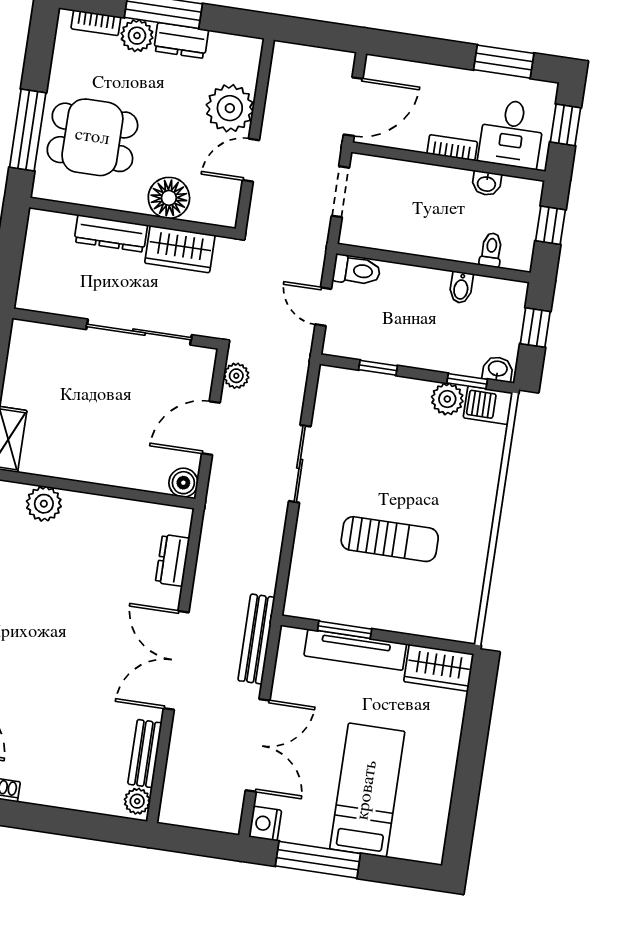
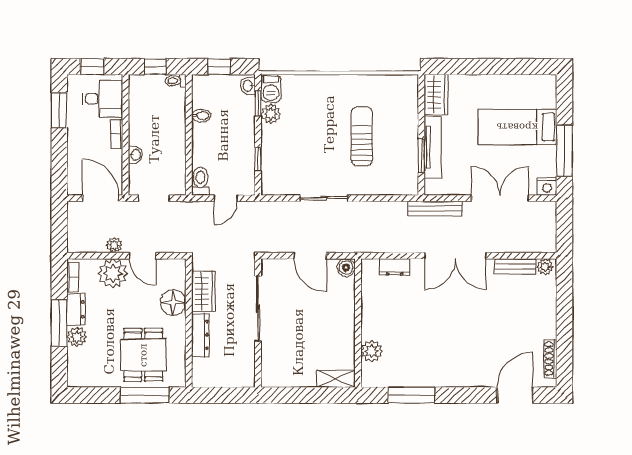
bookcase: (96, 23) -> (73, 277), moved
washbasin: (487, 183) -> (135, 155), moved
toilet: (491, 250) -> (176, 81), moved
plant: (236, 376) -> (114, 245), moved

